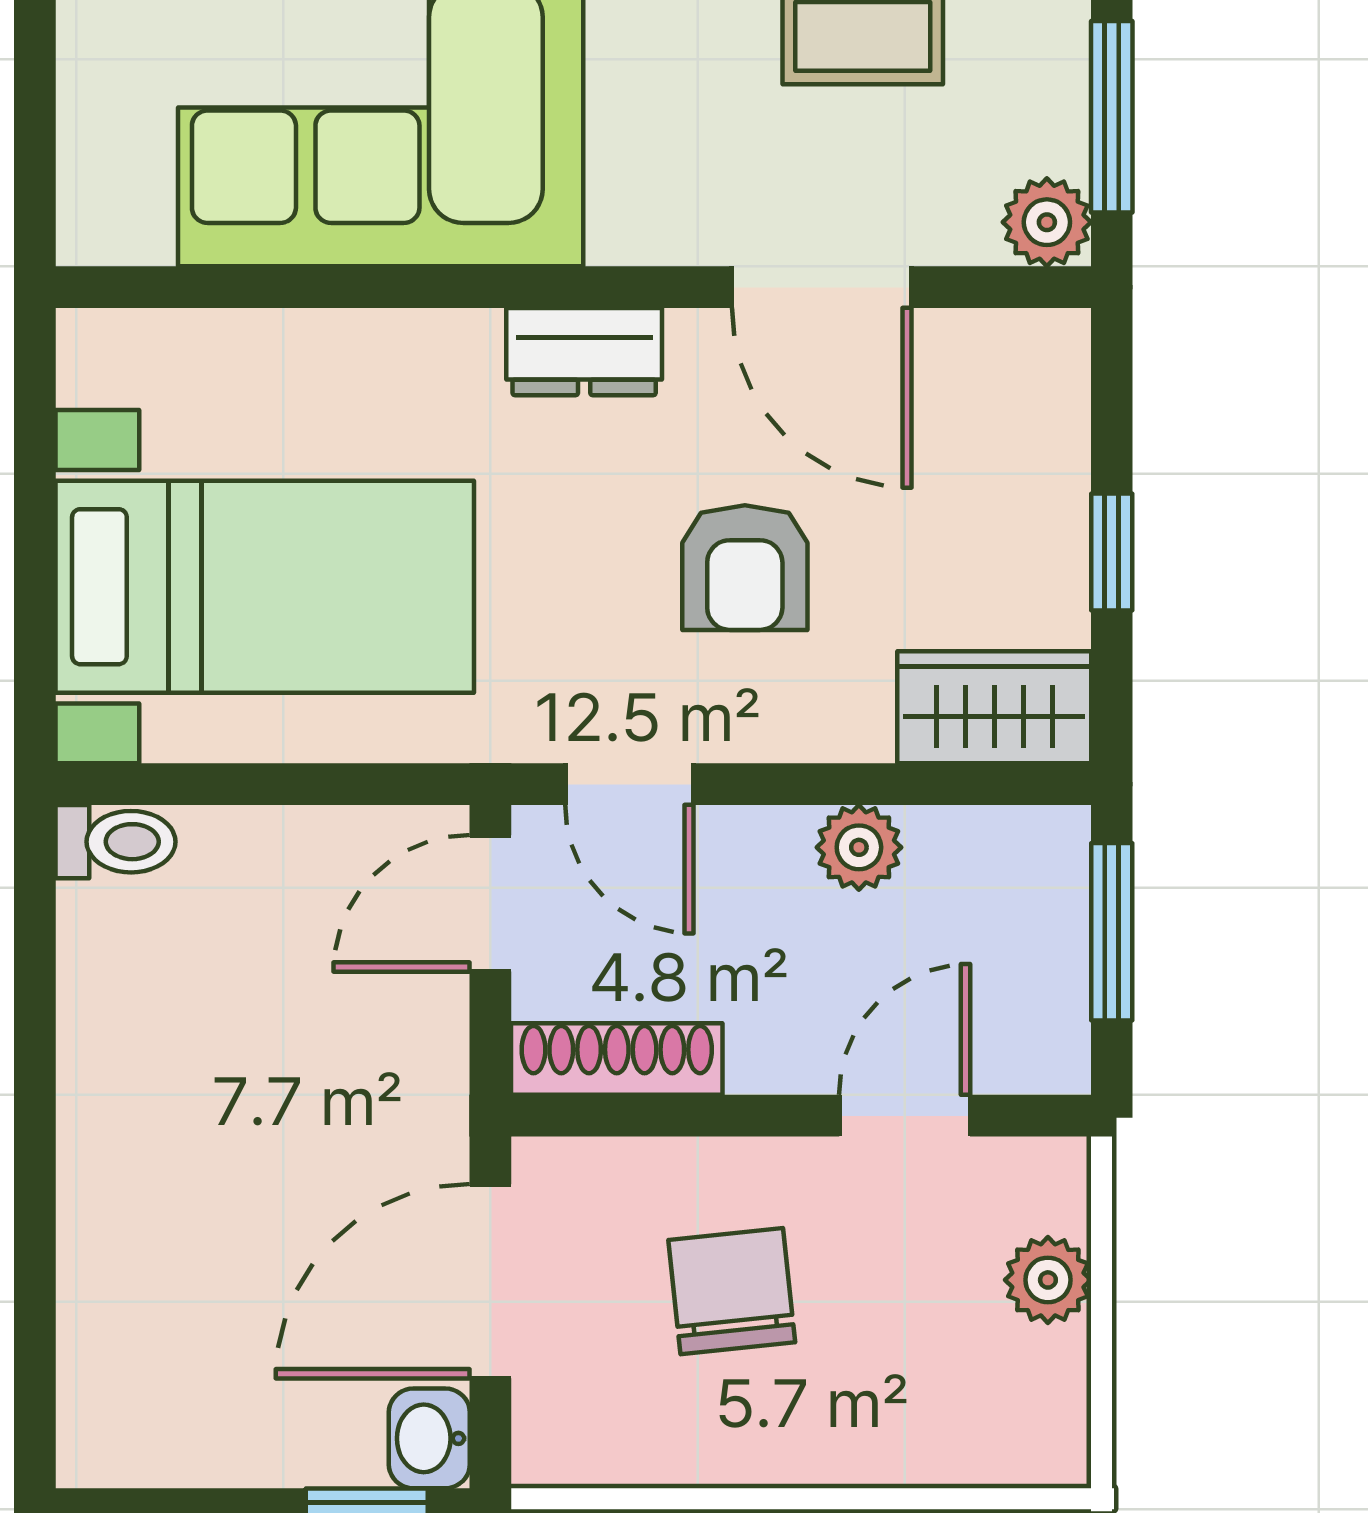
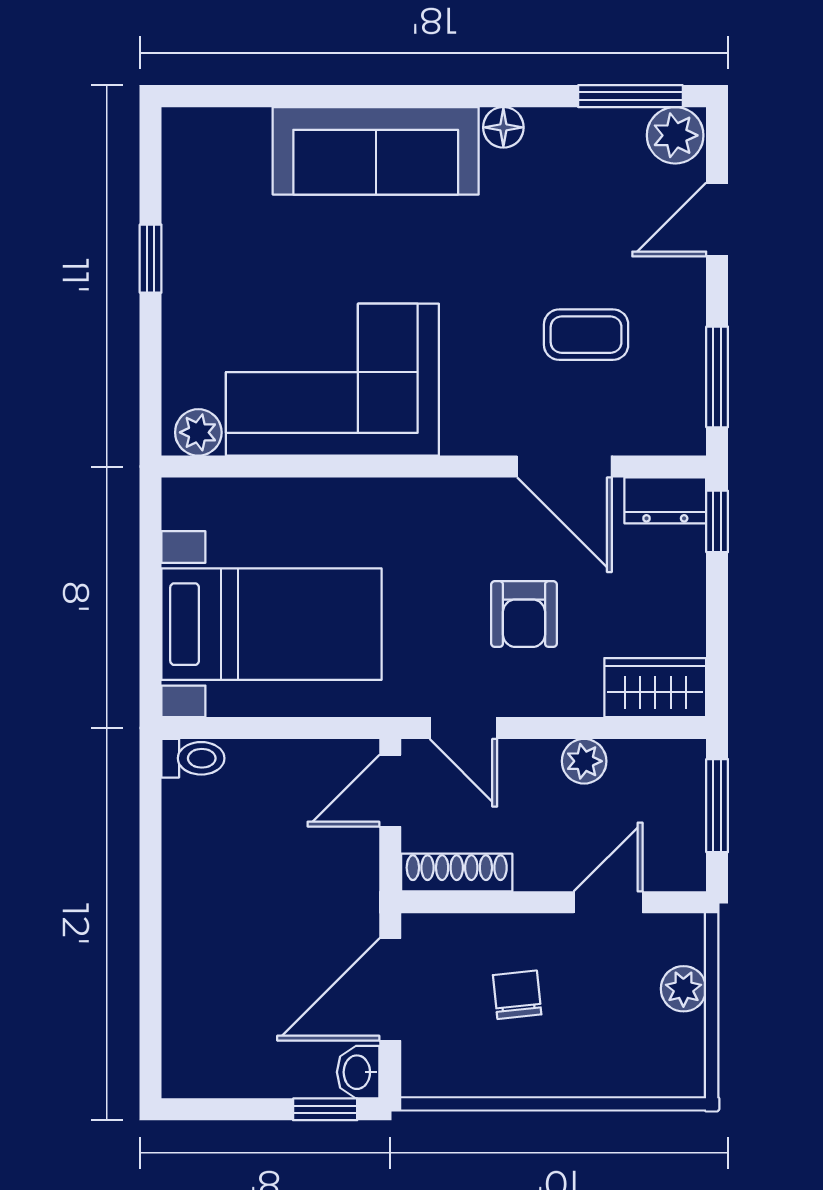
plant: (1047, 222) -> (198, 432), moved
dresser: (584, 352) -> (665, 500), moved
window: (1112, 552) -> (717, 521), moved
chair: (732, 1291) -> (517, 995), width x0.73, depth x0.73

